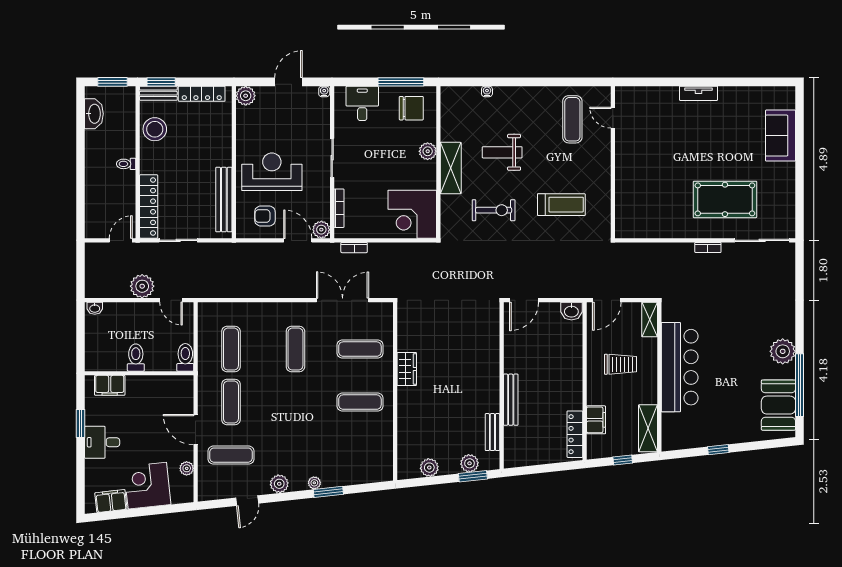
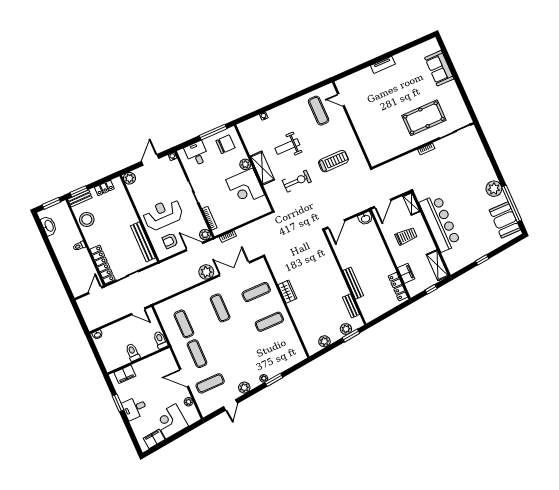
locker: (202, 94) -> (104, 188), width x0.66
corner desk: (412, 214) -> (245, 187), moved
plant: (142, 286) -> (206, 272), moved

